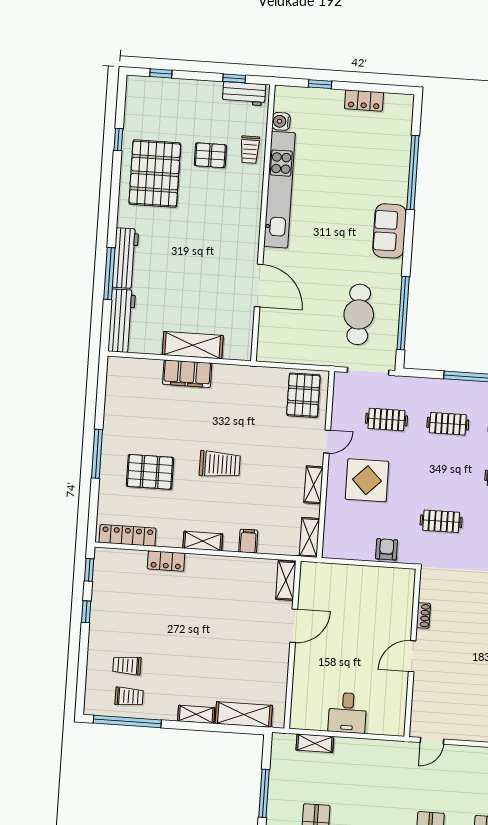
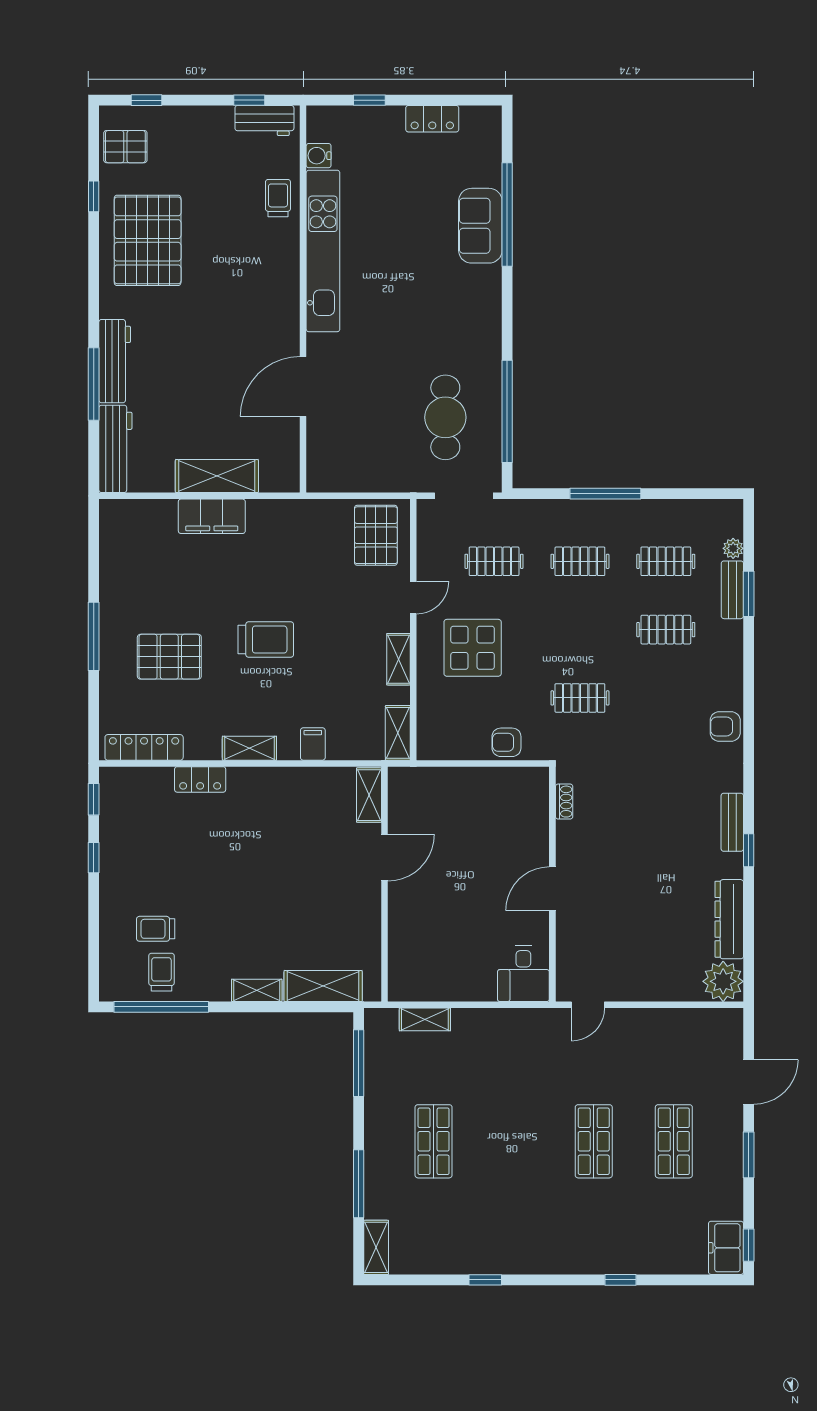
trolley: (250, 150) -> (278, 198), turned 180
pallet: (210, 155) -> (125, 147), moved
sofa: (389, 231) -> (480, 226), moved
door: (259, 285) -> (303, 387), swing flipped
armchair: (387, 549) -> (506, 742), turned -90
shoe rack: (423, 616) -> (564, 802), moved
trolley: (129, 697) -> (161, 972), turned -90
desk: (347, 713) -> (523, 974), moved
window: (264, 793) -> (359, 1063), moved

